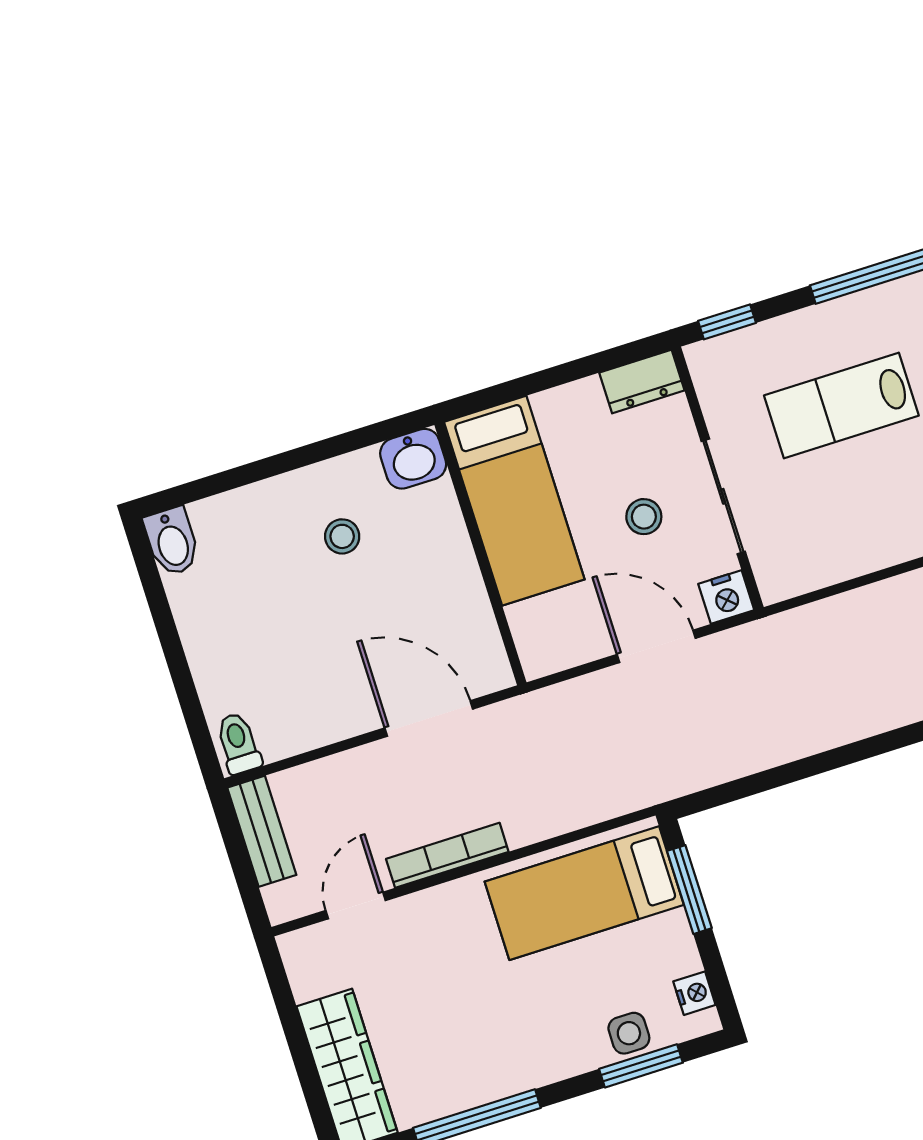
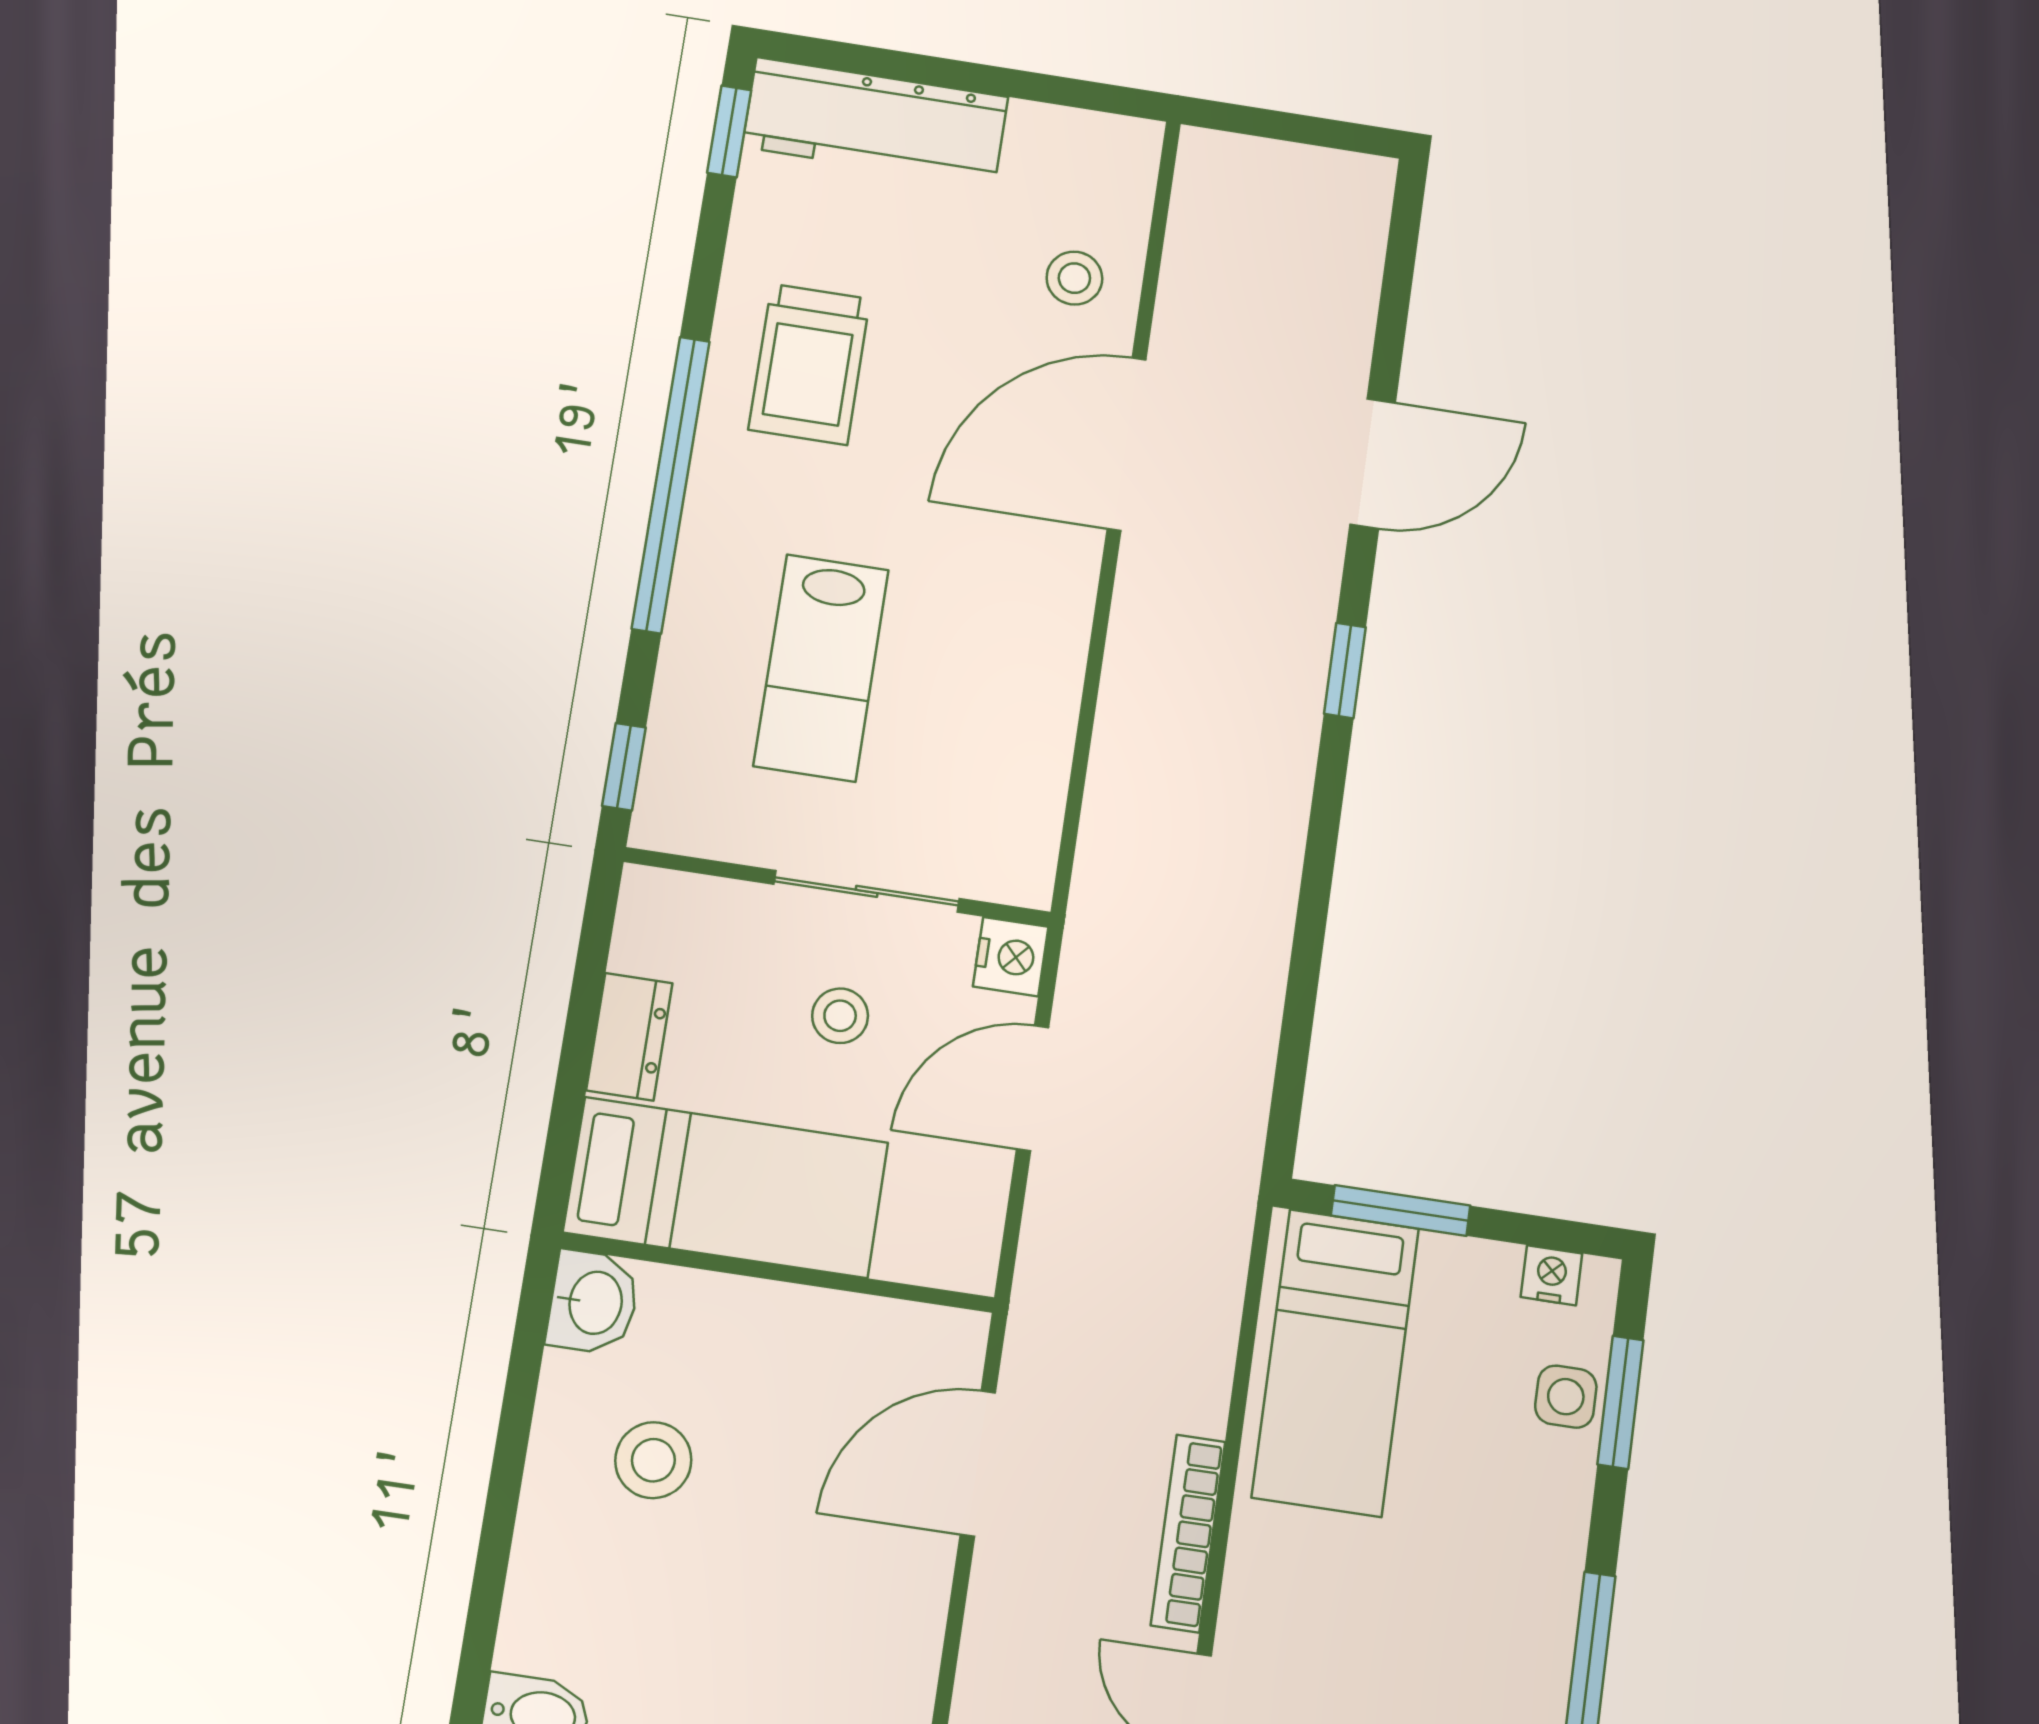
dresser: (642, 382) -> (629, 1037), moved
stool: (342, 536) -> (653, 1460), width x1.37, depth x1.37

